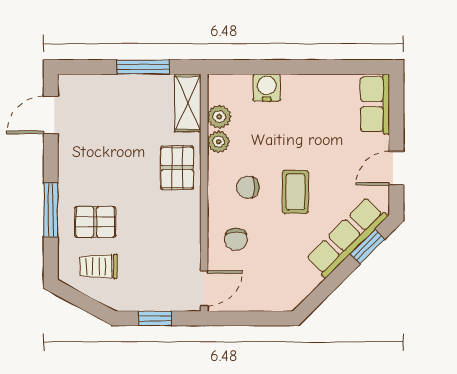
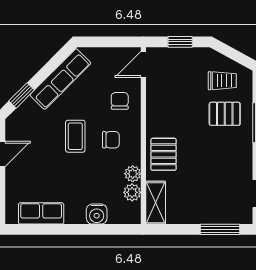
window: (143, 67) -> (220, 229), moved
row of seats: (375, 104) -> (41, 213), moved, turned -90
row of seats: (347, 237) -> (60, 79), moved

